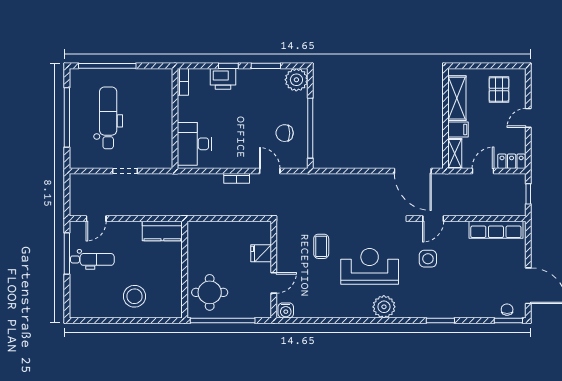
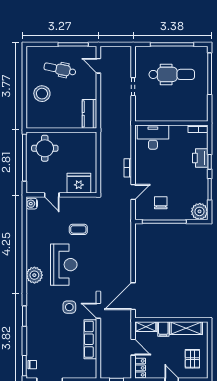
pallet: (499, 89) -> (192, 359), turned 90
row of seats: (496, 230) -> (90, 339), moved
fridge: (261, 253) -> (79, 183), width x1.88, depth x1.34
dental chair: (92, 259) -> (60, 69), moved, turned 102

